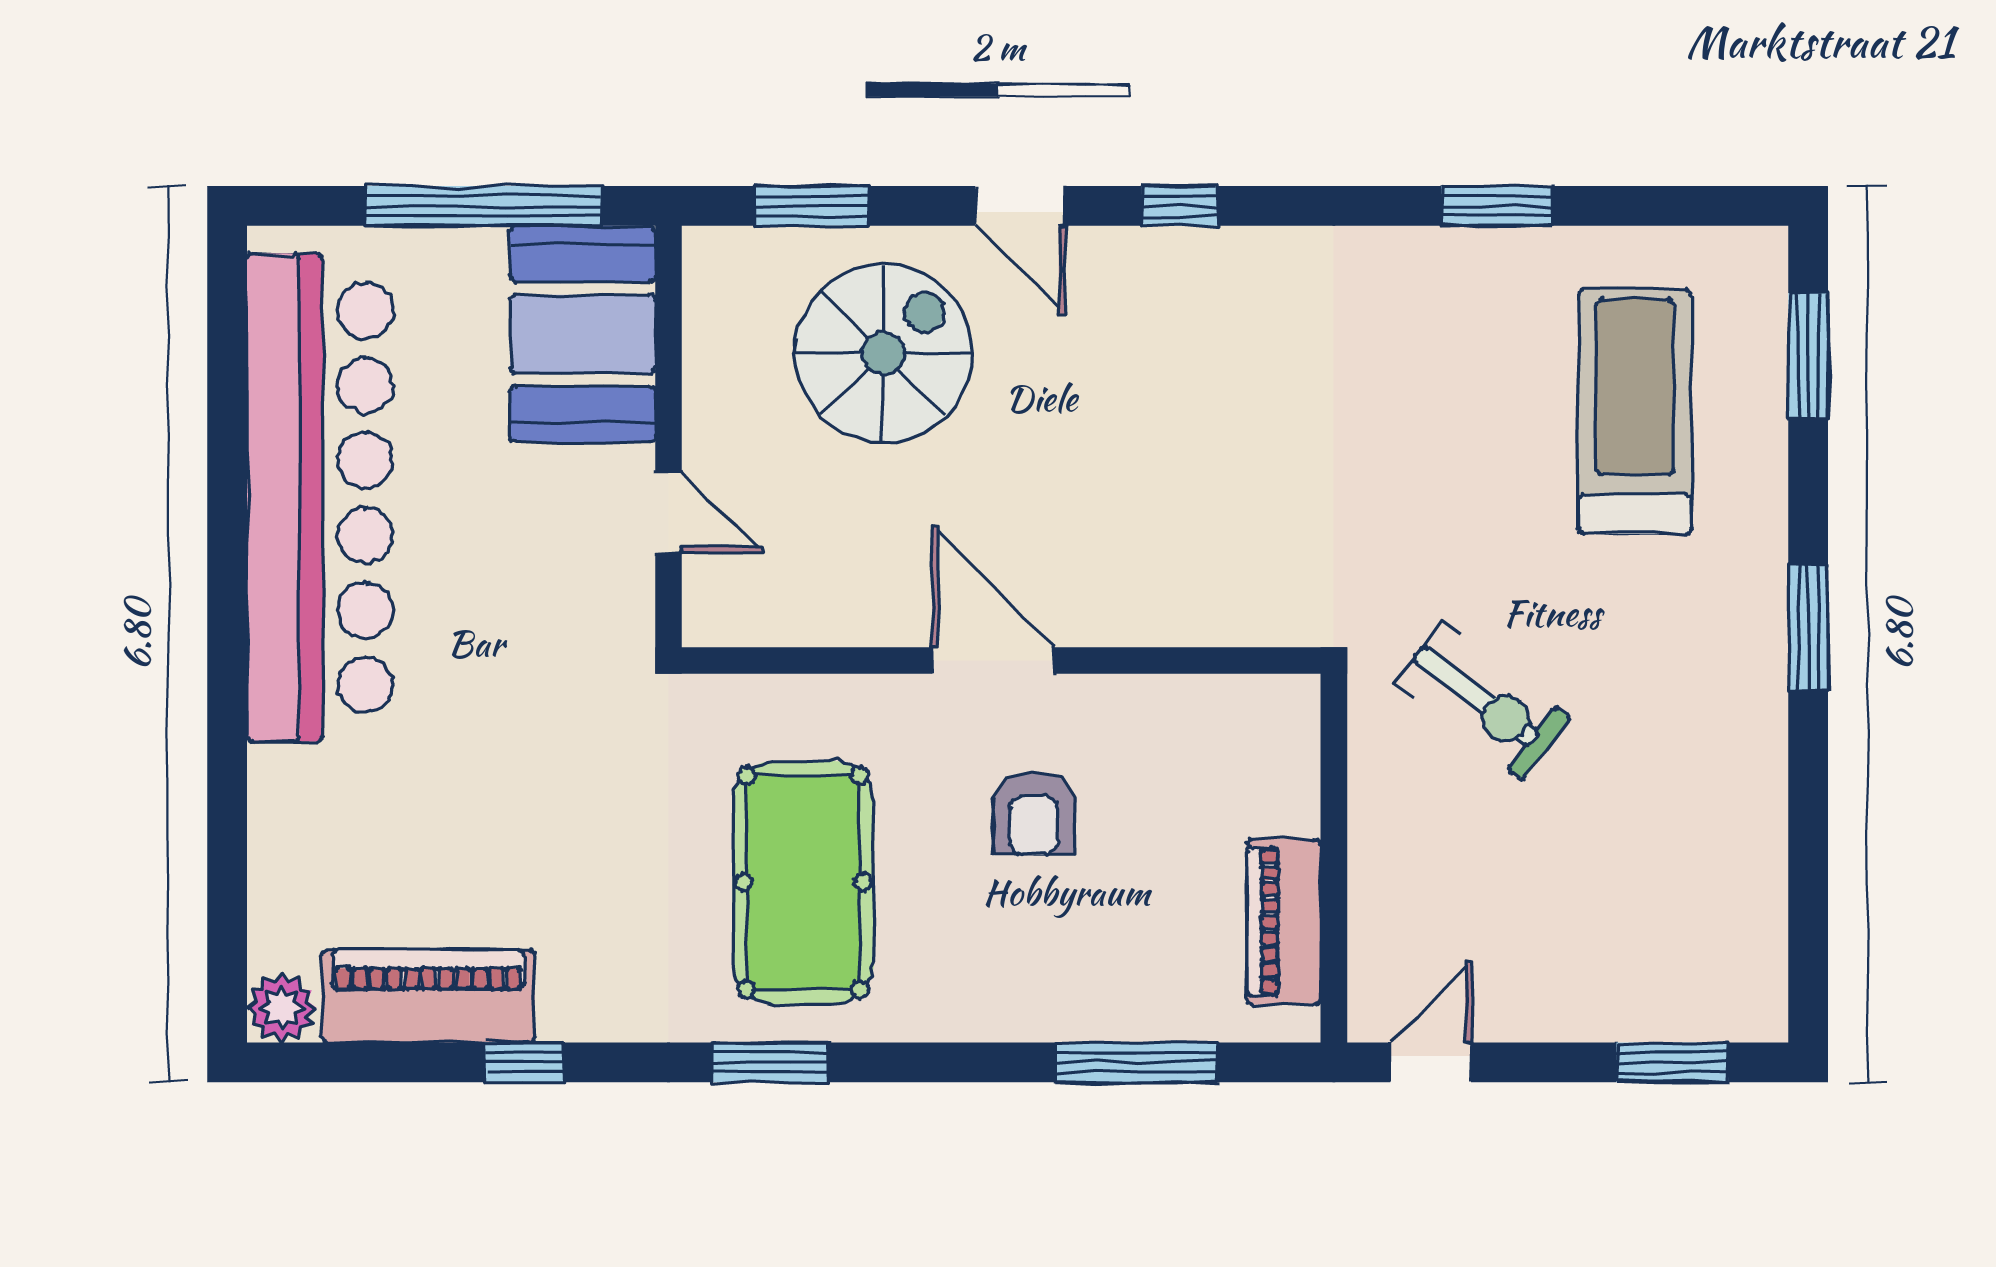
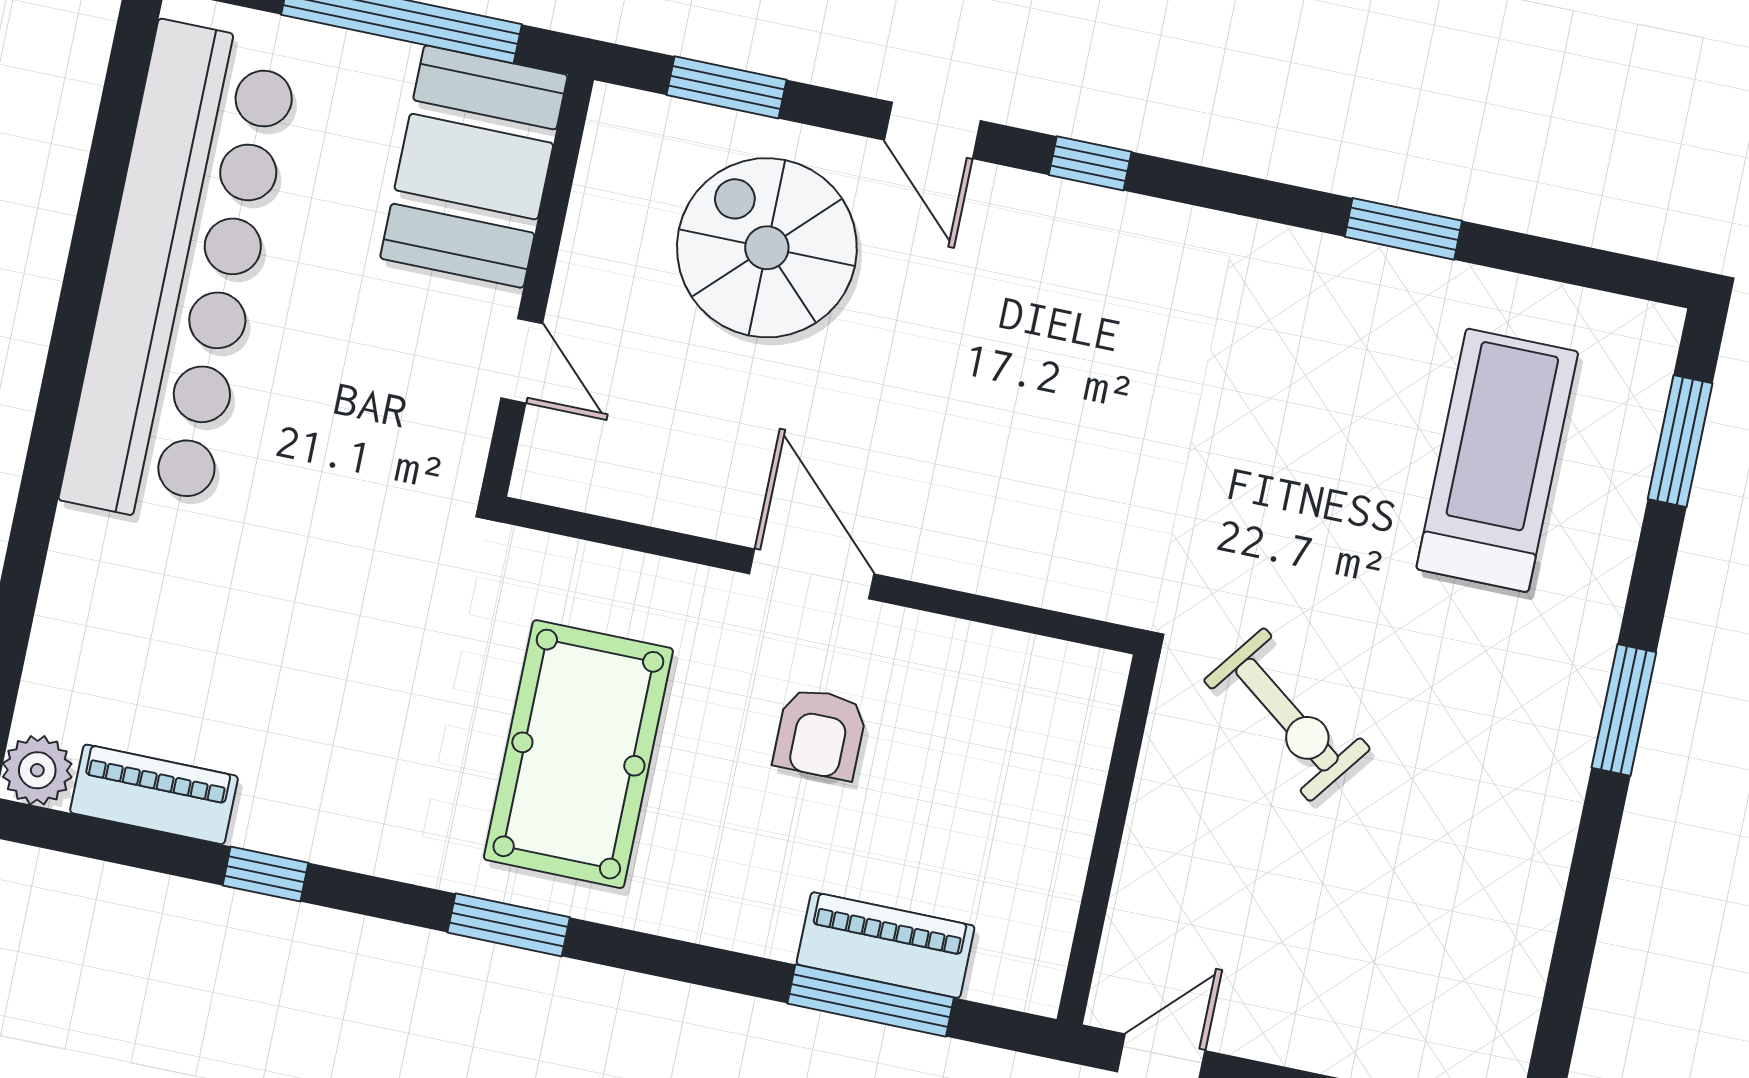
spiral stairs: (883, 353) -> (767, 248), turned -90
piano: (1284, 922) -> (886, 945), moved, turned 90
piano: (428, 996) -> (154, 794), width x0.73, depth x0.75

